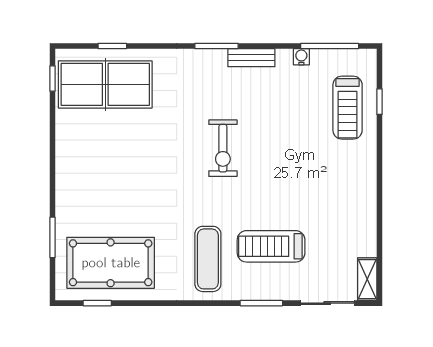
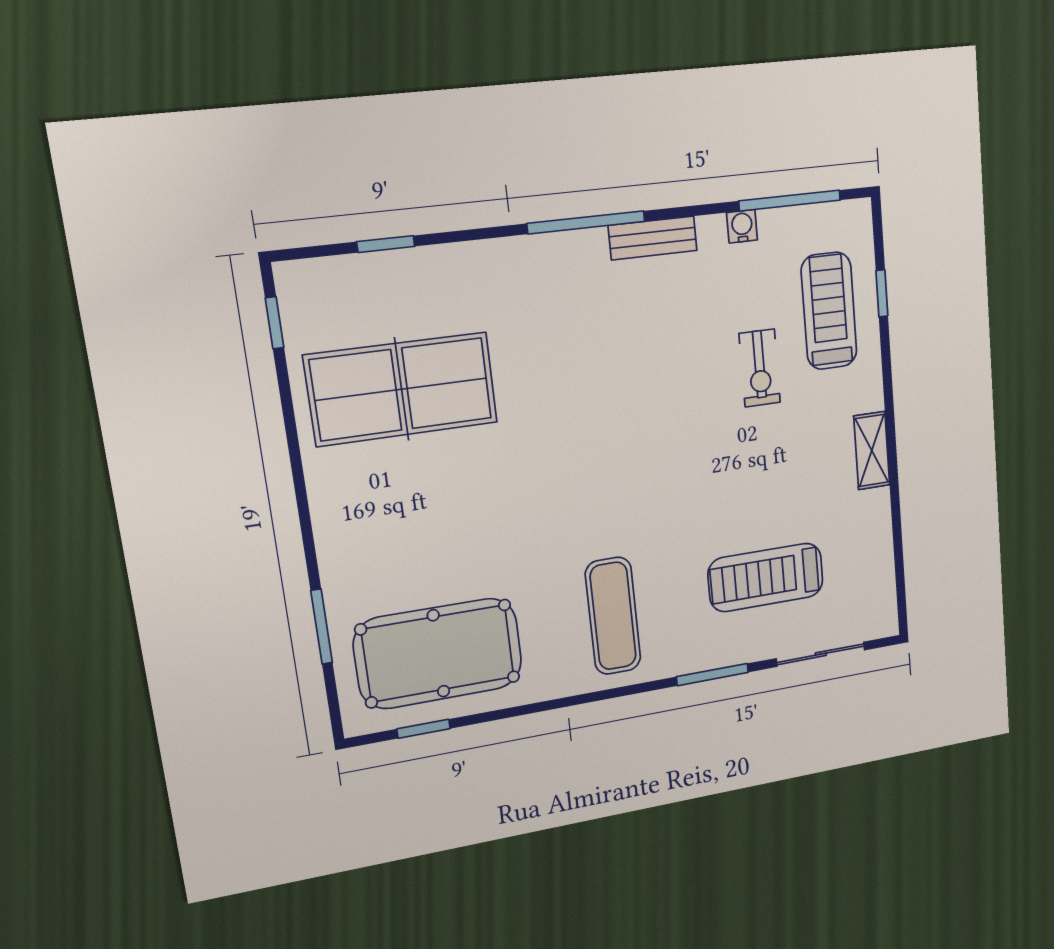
window: (216, 46) -> (586, 222), width x1.44
table tennis table: (105, 84) -> (402, 389), moved
treadmill: (348, 108) -> (829, 311), turned 180
exercise bike: (223, 148) -> (760, 368), moved, width x0.73, depth x0.72
treadmill: (271, 246) -> (766, 577), moved
shelving: (367, 279) -> (872, 451), moved

